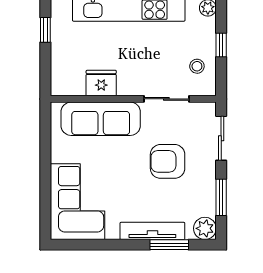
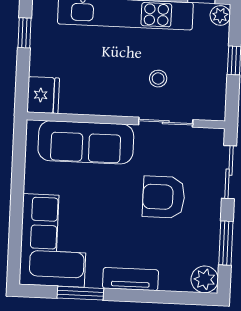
stool: (197, 66) -> (158, 79), moved
fridge: (101, 83) -> (43, 95), moved, turned 90
tv unit: (152, 231) -> (130, 279), width x0.71
window: (169, 245) -> (80, 293), moved

